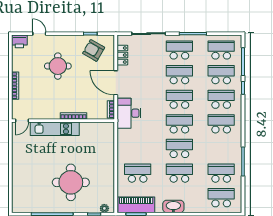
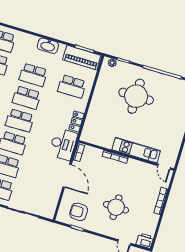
armchair: (94, 50) -> (79, 212), turned 150
locker: (122, 55) -> (77, 121), moved
door: (22, 121) -> (164, 167), swing flipped

